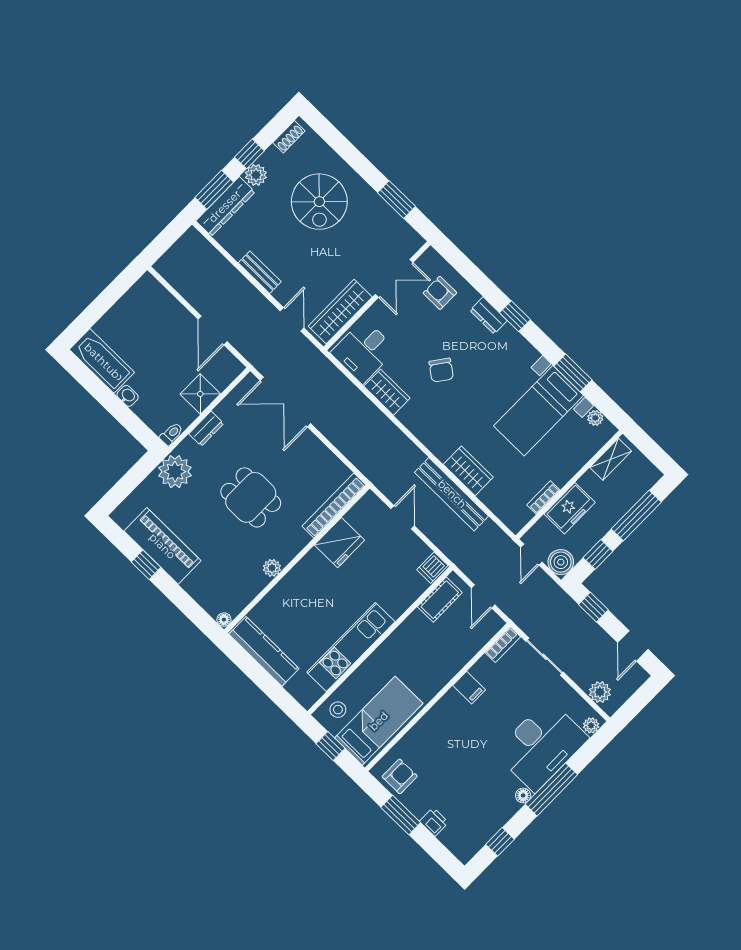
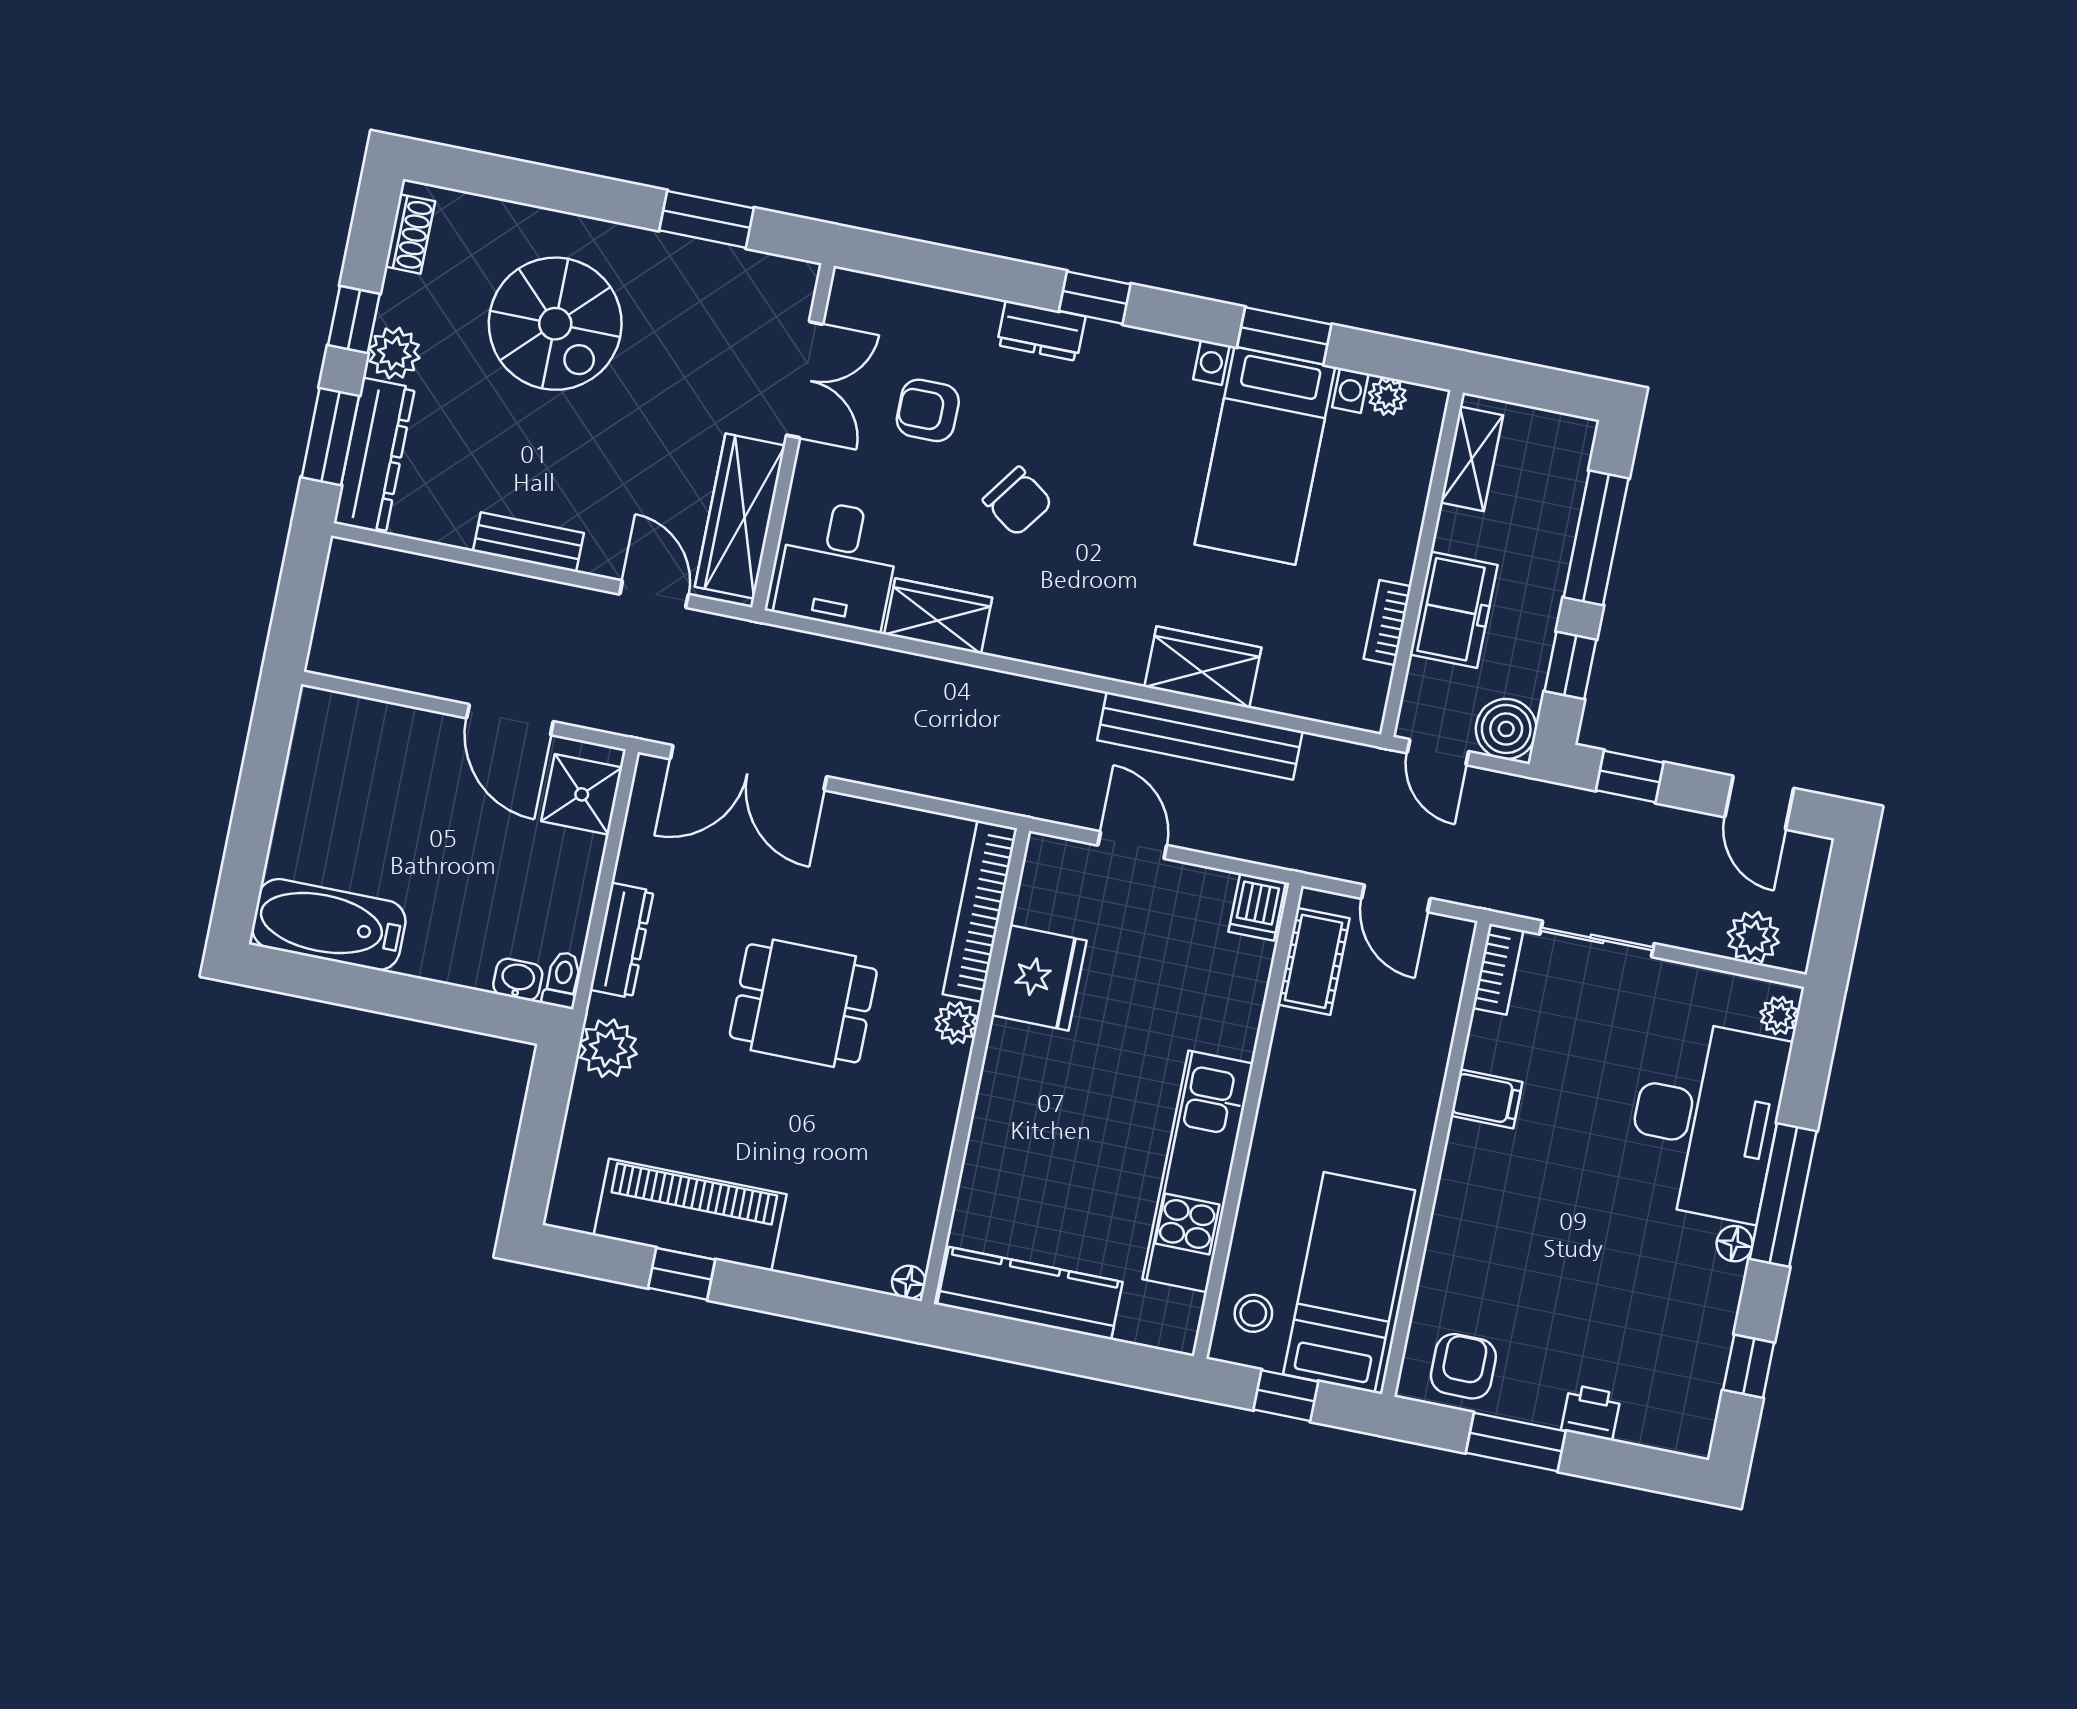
armchair: (440, 293) -> (928, 410), moved
shower: (200, 394) -> (582, 794), moved
washbasin: (128, 396) -> (518, 980), moved
dresser: (206, 429) -> (622, 940), width x1.44
plant: (175, 472) -> (608, 1048), width x0.73, depth x0.73
plant: (272, 568) -> (956, 1023), moved

